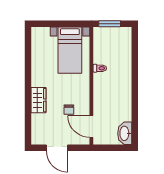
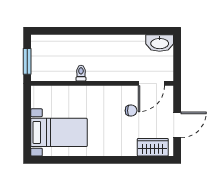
bed with nightstands: (70, 50) -> (59, 132), moved
wardrobe: (39, 100) -> (153, 147), moved

